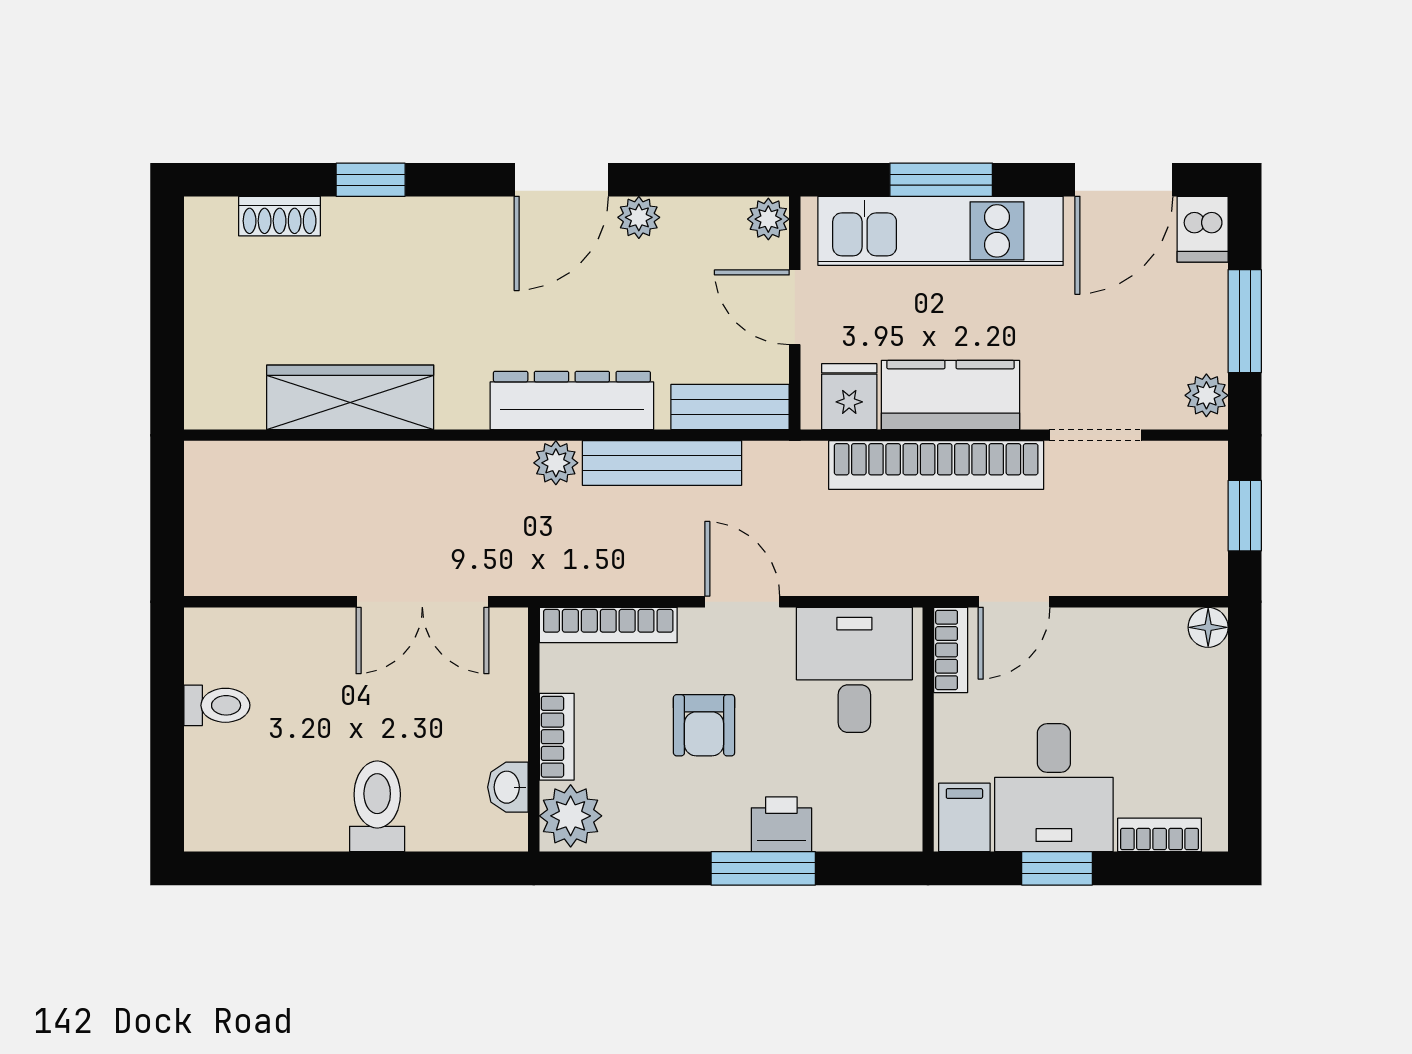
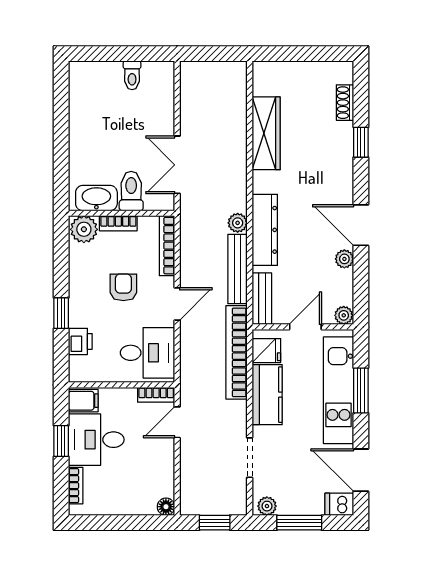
bookcase: (936, 465) -> (237, 352), moved
door: (1014, 602) -> (177, 422), hinge flipped
armchair: (704, 725) -> (123, 287), turned 90
washbasin: (508, 787) -> (96, 198), width x1.91, depth x1.45
toilet: (377, 806) -> (131, 191), moved, turned -90
printer: (781, 824) -> (80, 341), moved
window: (763, 868) -> (61, 313), width x0.67

